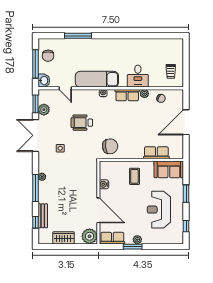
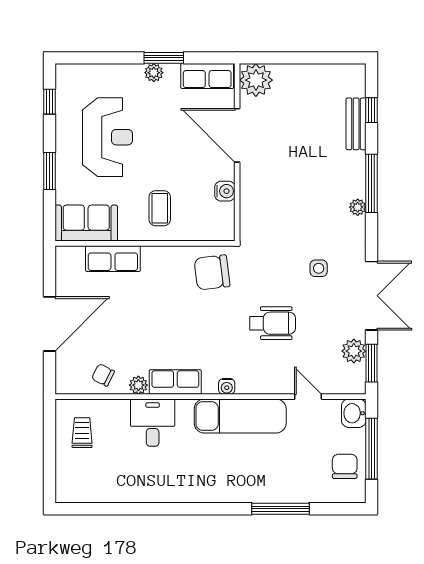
wardrobe: (64, 238) -> (311, 77), removed

